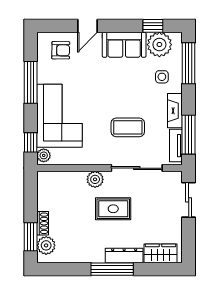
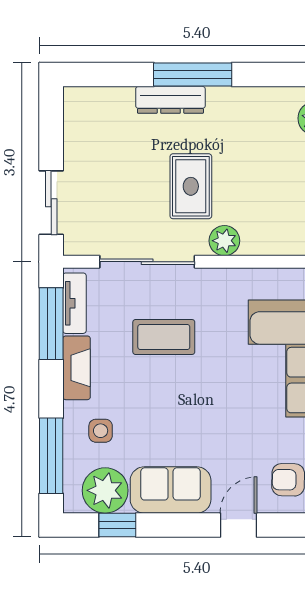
rug: (113, 209) -> (191, 186), turned 90
wardrobe: (161, 253) -> (103, 104), removed

